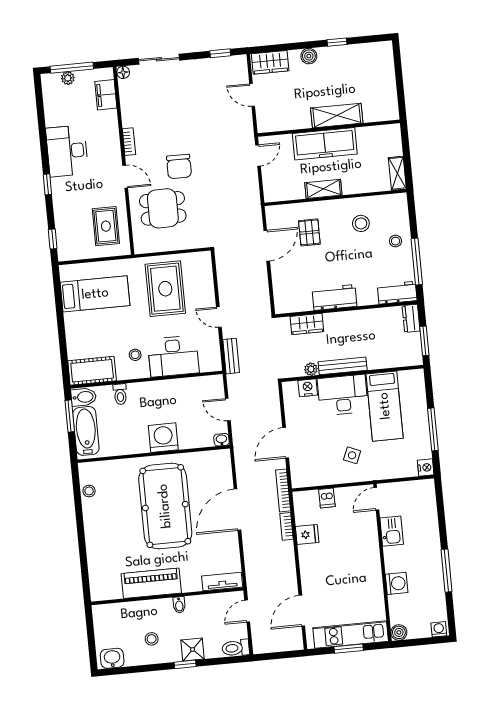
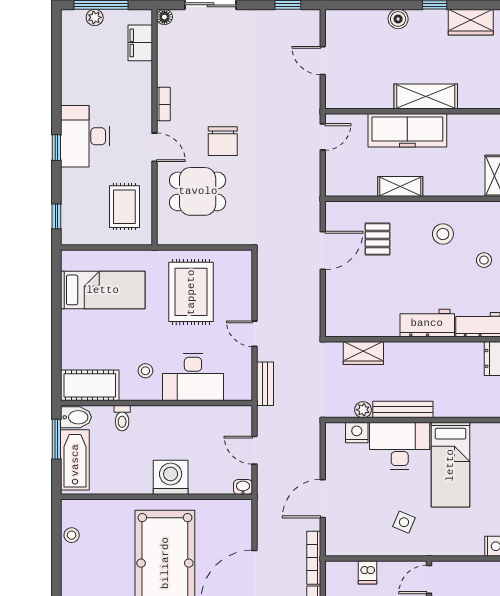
wardrobe: (270, 62) -> (471, 22), moved
desk: (67, 151) -> (85, 136), moved
workbench: (334, 297) -> (427, 323), moved

